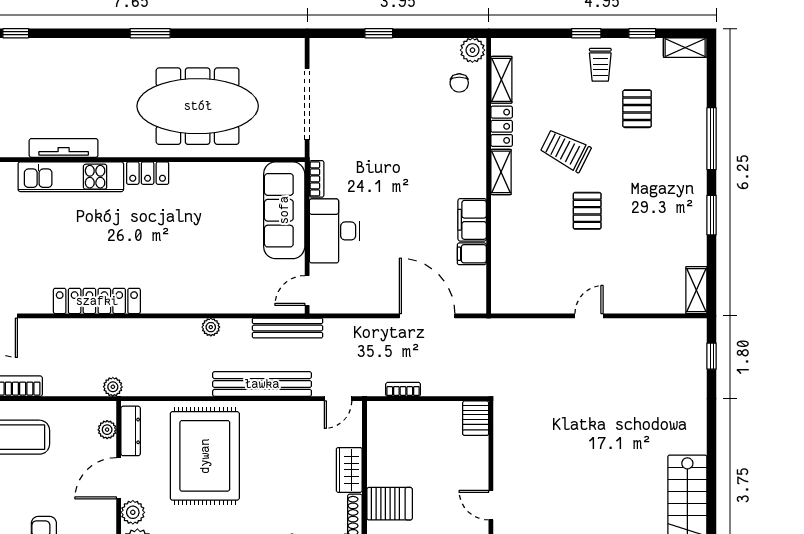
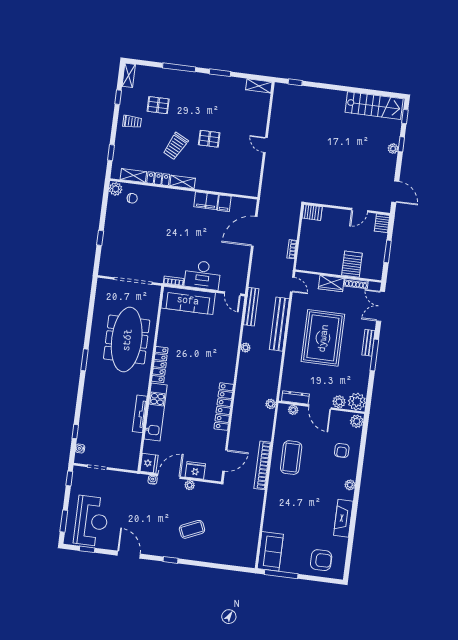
window: (586, 33) -> (111, 153), moved
locker: (148, 173) -> (160, 365), width x1.53
rug: (205, 456) -> (323, 338), moved, turned 90

